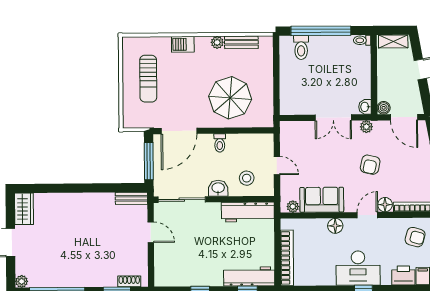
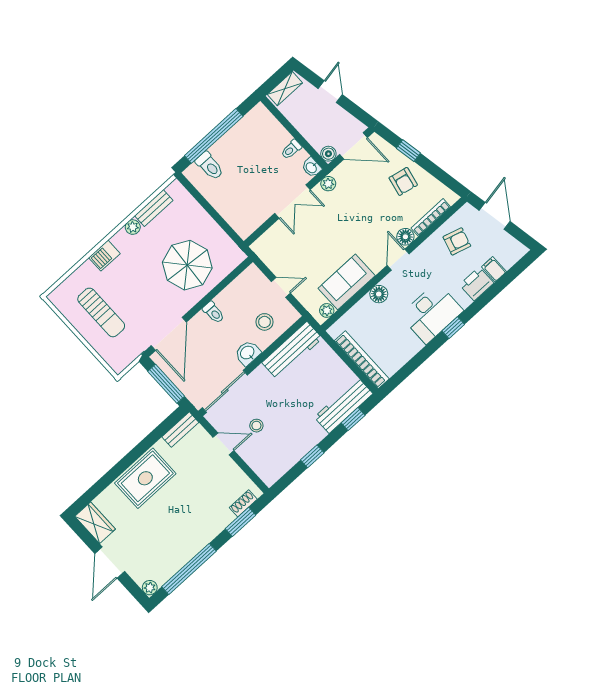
toilet: (362, 40) -> (291, 149), moved
armchair: (370, 165) -> (403, 181), moved
rug: (81, 209) -> (145, 478), added
stool: (182, 239) -> (256, 426), added

